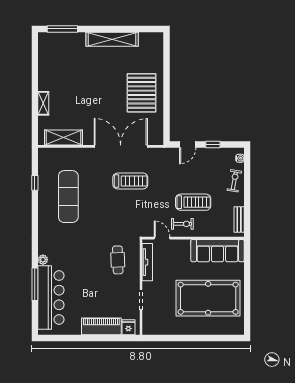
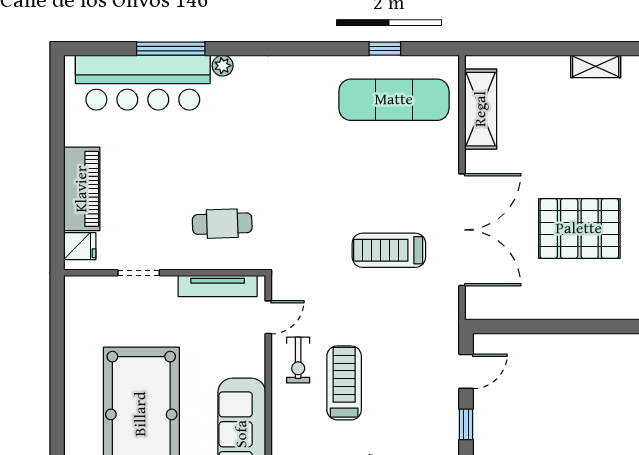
pallet: (142, 93) -> (579, 229), moved
shelving: (43, 103) -> (596, 66), moved
door: (188, 144) -> (466, 371), swing flipped
treadmill: (130, 181) -> (389, 250), turned 90
exercise mat: (68, 197) -> (394, 100), moved
treadmill: (193, 202) -> (344, 383), turned 180

